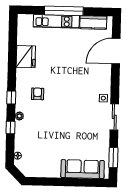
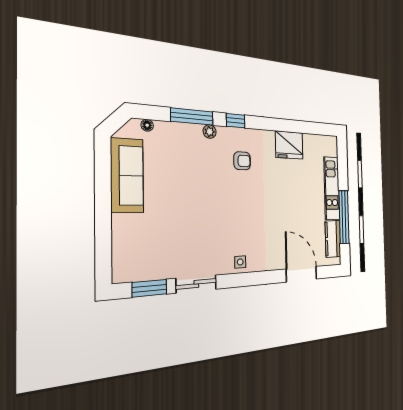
window: (64, 11) -> (344, 217), moved
sliding door: (114, 117) -> (196, 284), moved
window: (11, 127) -> (192, 116), width x2.17
sofa: (83, 169) -> (127, 176), moved

